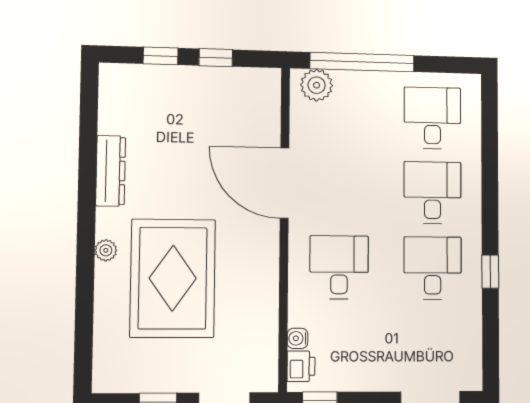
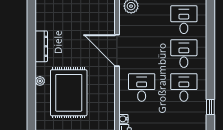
window: (490, 272) -> (210, 107), moved

